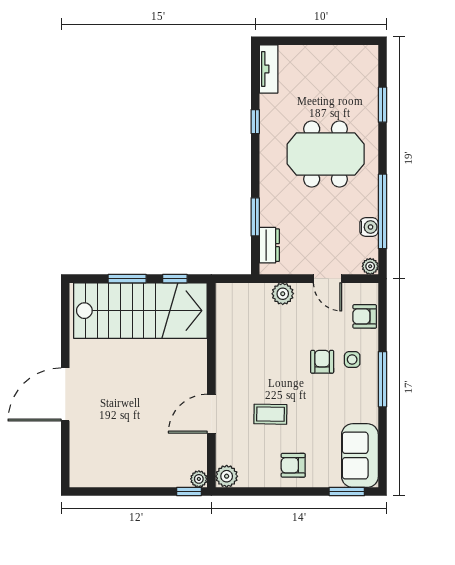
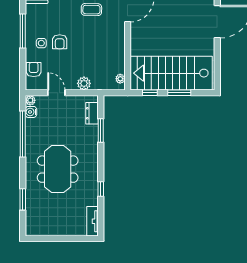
meeting table: (326, 154) -> (58, 169), turned 90
water cooler: (369, 227) -> (31, 112), moved
plant: (223, 301) -> (120, 79), added
armchair: (365, 316) -> (34, 70), turned -90

